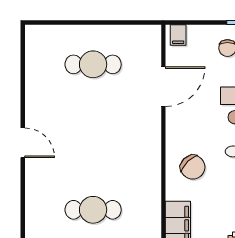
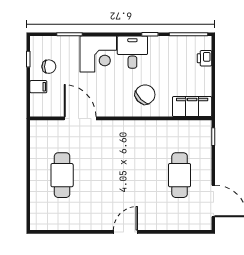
filing cabinet: (178, 35) -> (38, 87), moved

